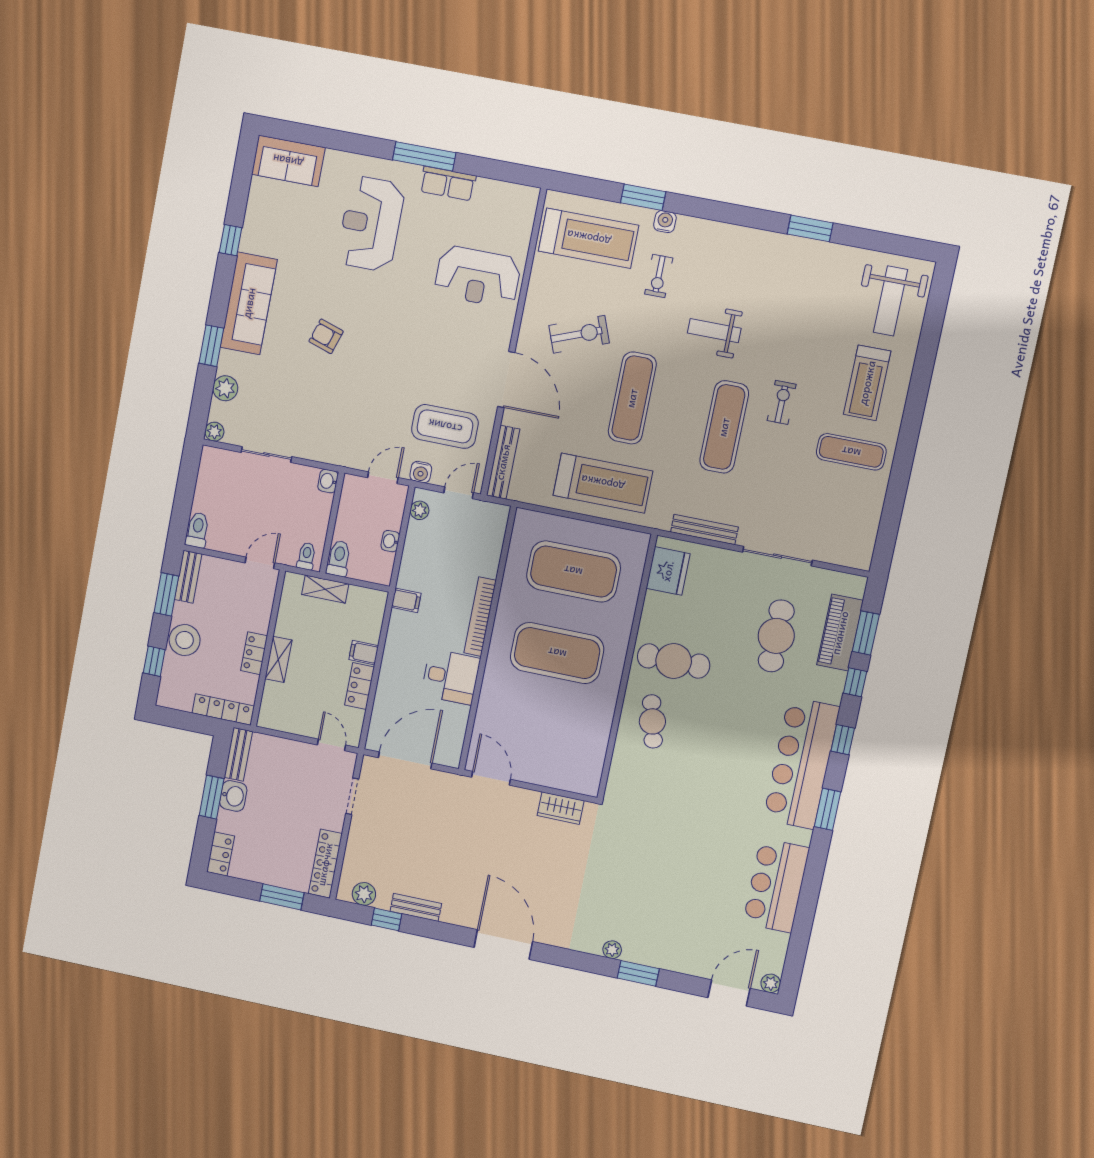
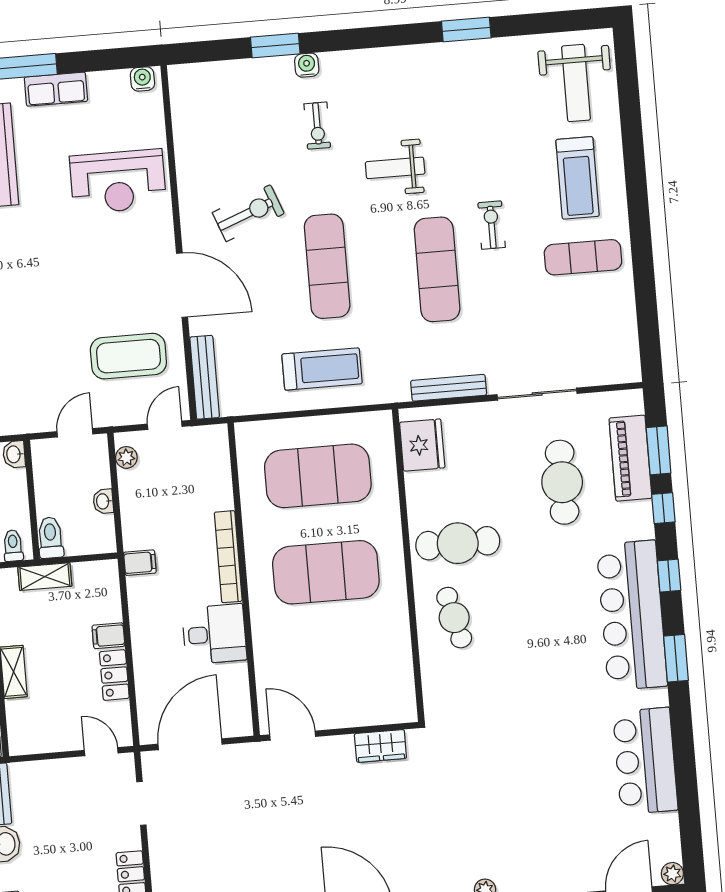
treadmill: (589, 238) -> (228, 106), removed
water cooler: (421, 472) -> (142, 79), moved, turned 180
treadmill: (603, 483) -> (322, 369), width x0.73, depth x0.73

